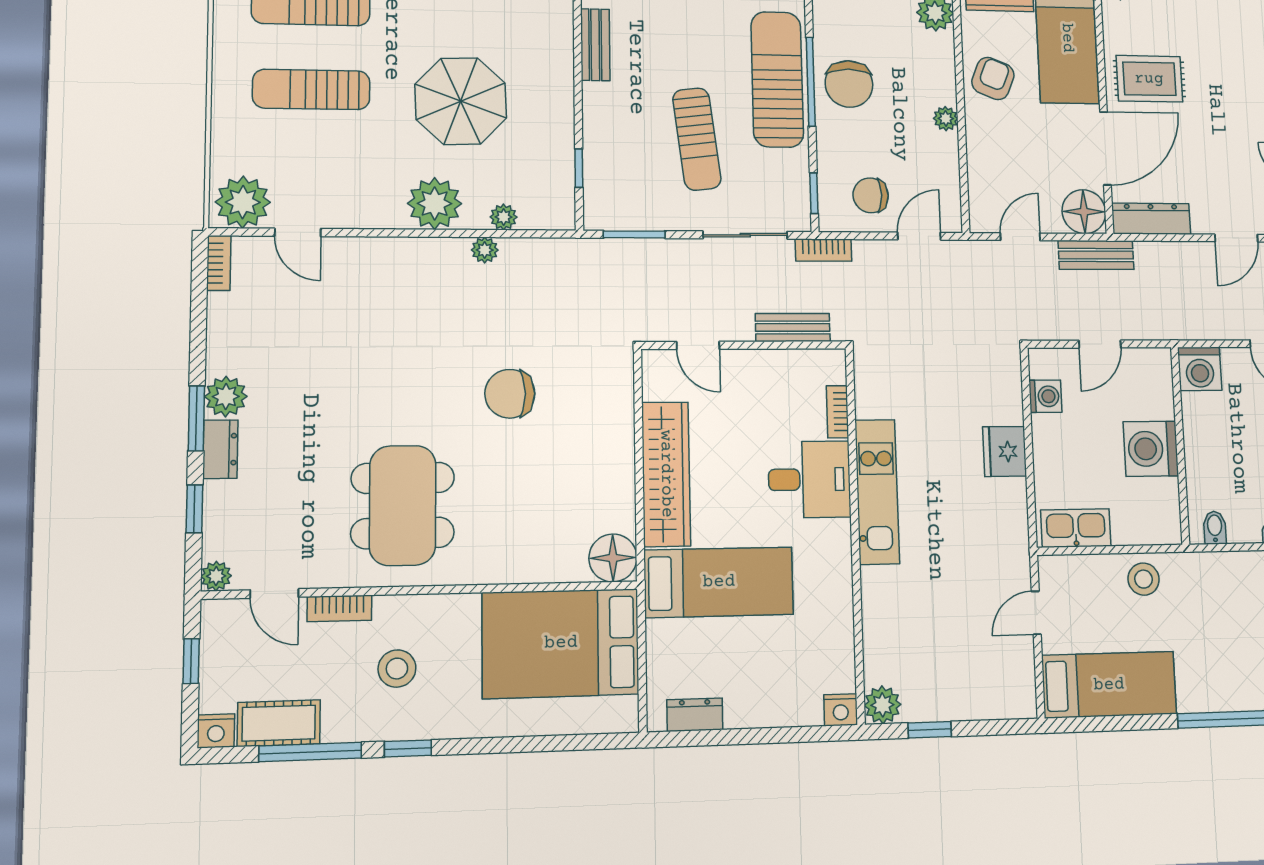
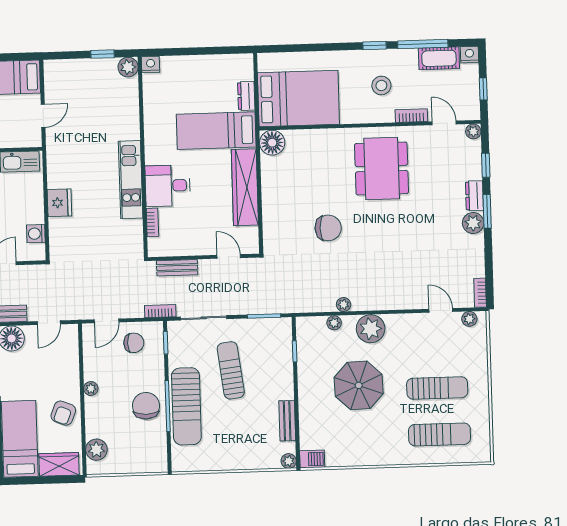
plant: (243, 202) -> (469, 319), width x0.53, depth x0.53
dresser: (695, 715) -> (246, 96), moved, turned 90

